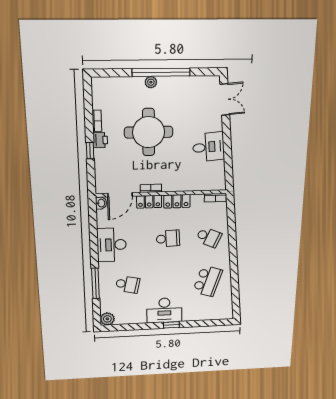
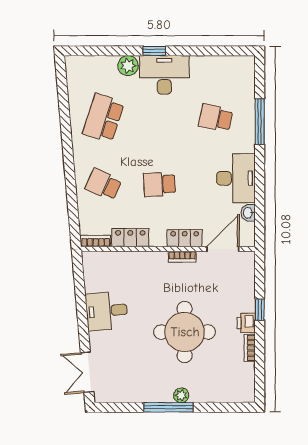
window: (161, 72) -> (168, 407), width x0.68
locker: (177, 201) -> (130, 238), moved
washbasin: (101, 203) -> (248, 213), moved
plant: (107, 319) -> (128, 66), moved

